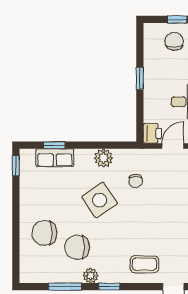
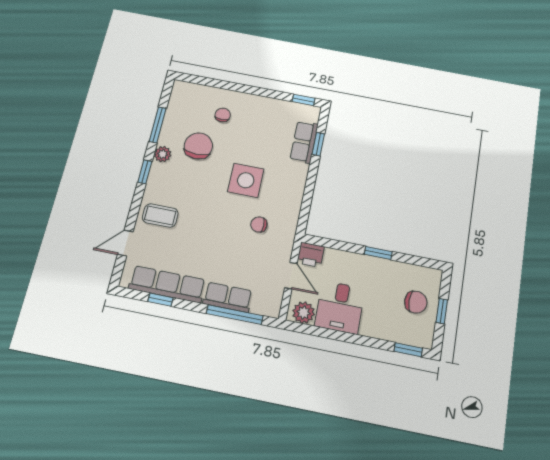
plant: (104, 158) -> (293, 194), removed
side table: (100, 200) -> (246, 180), turned 35
chair: (44, 233) -> (223, 115), width x0.54, depth x0.54
coffee table: (144, 264) -> (160, 215), turned 90

